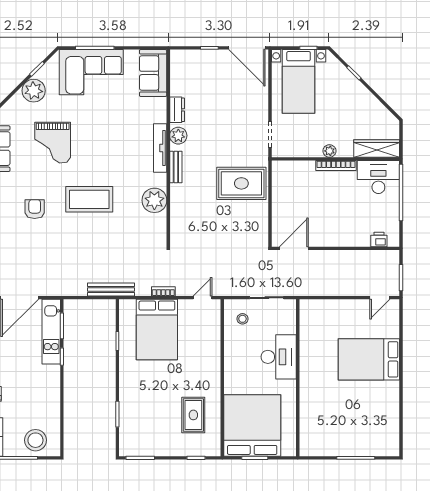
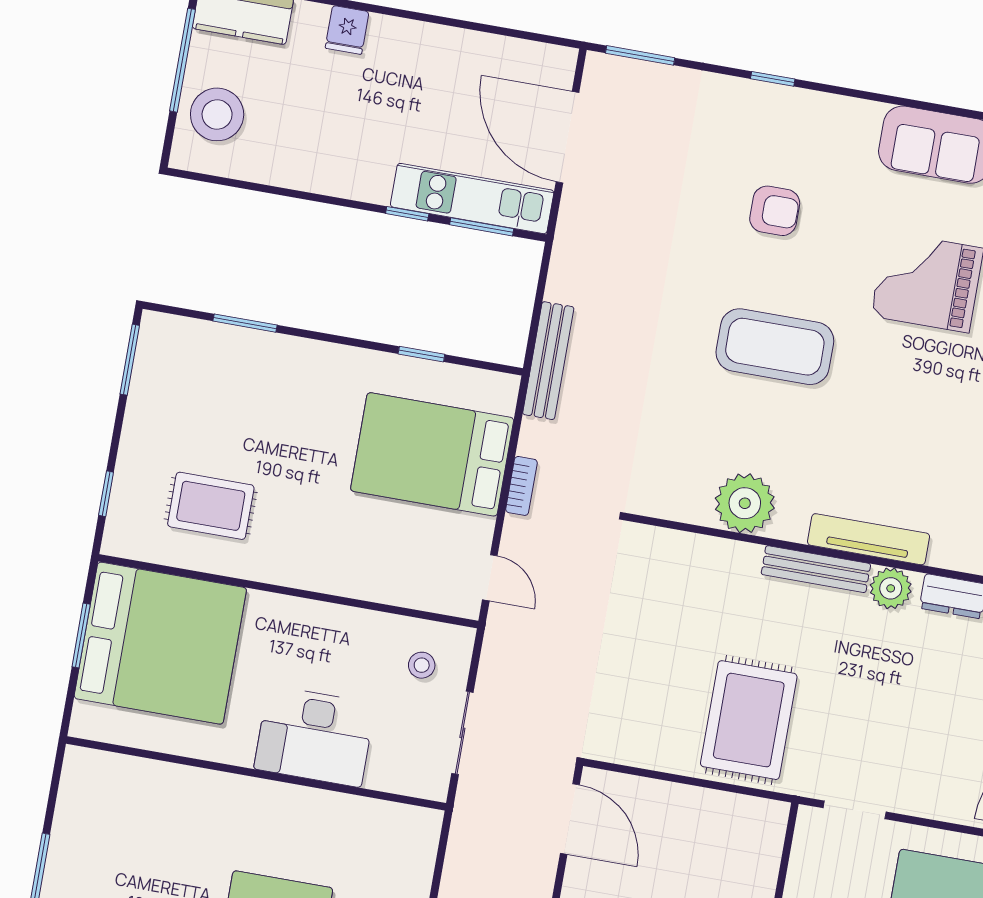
bench: (176, 167) -> (816, 569), width x1.36
coffee table: (89, 199) -> (775, 347), turned 90

